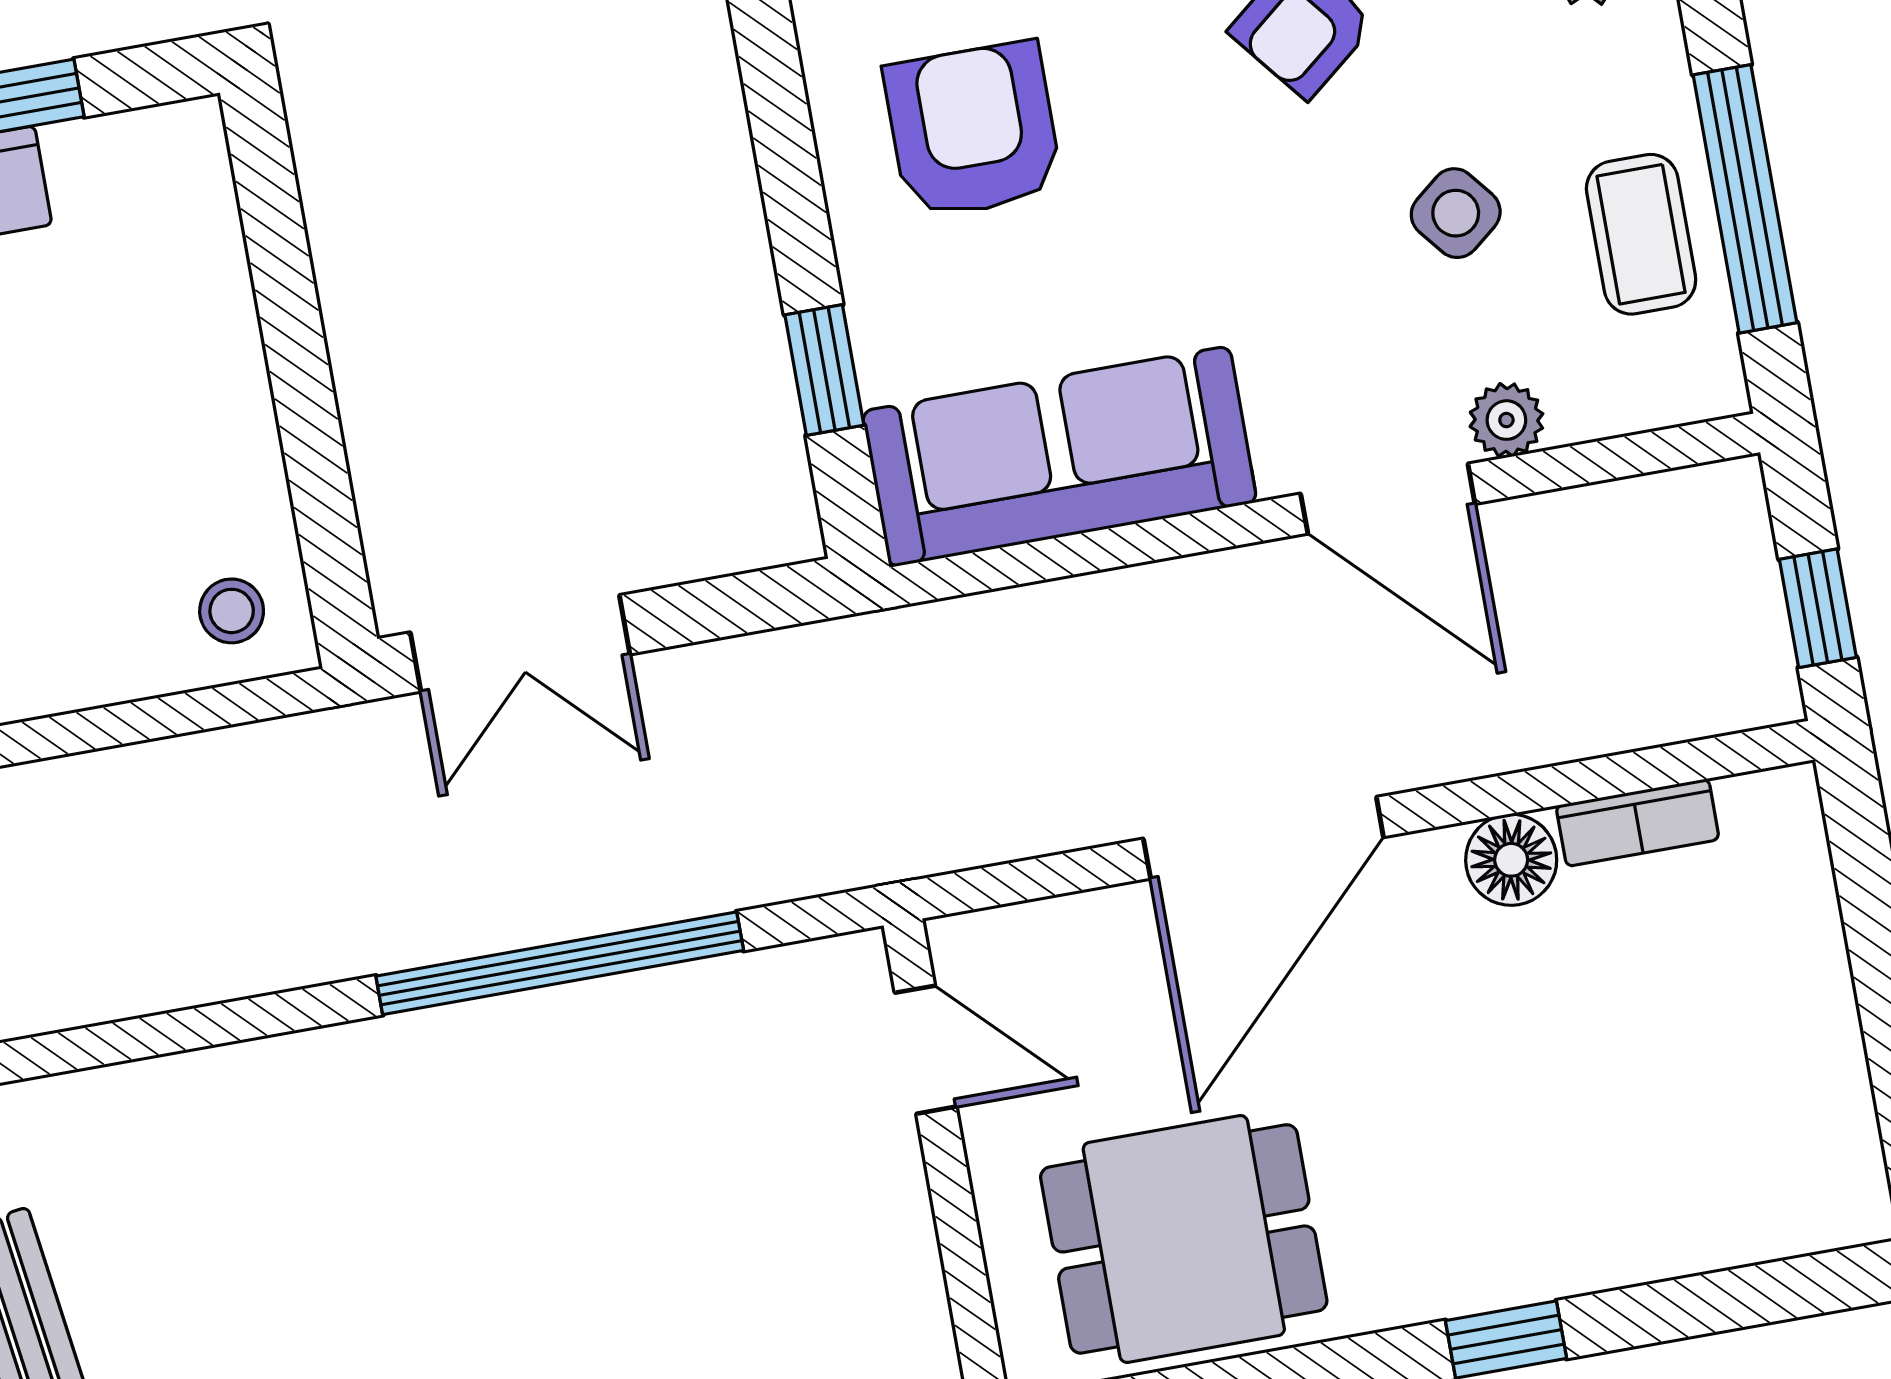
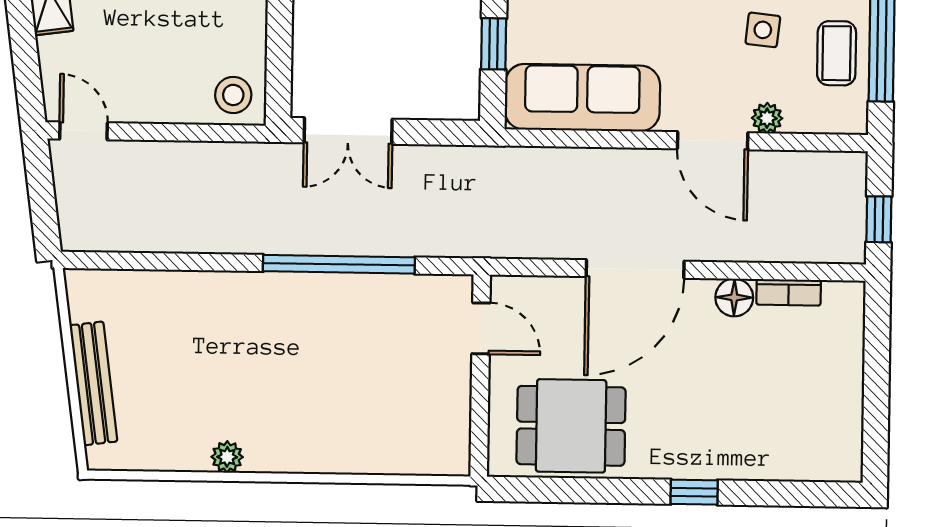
side table: (1456, 213) -> (763, 30), turned 45
stool: (232, 611) -> (233, 95), width x1.37, depth x1.37

